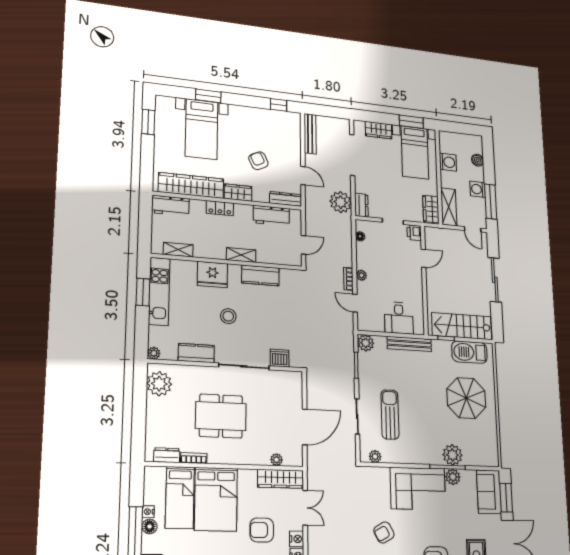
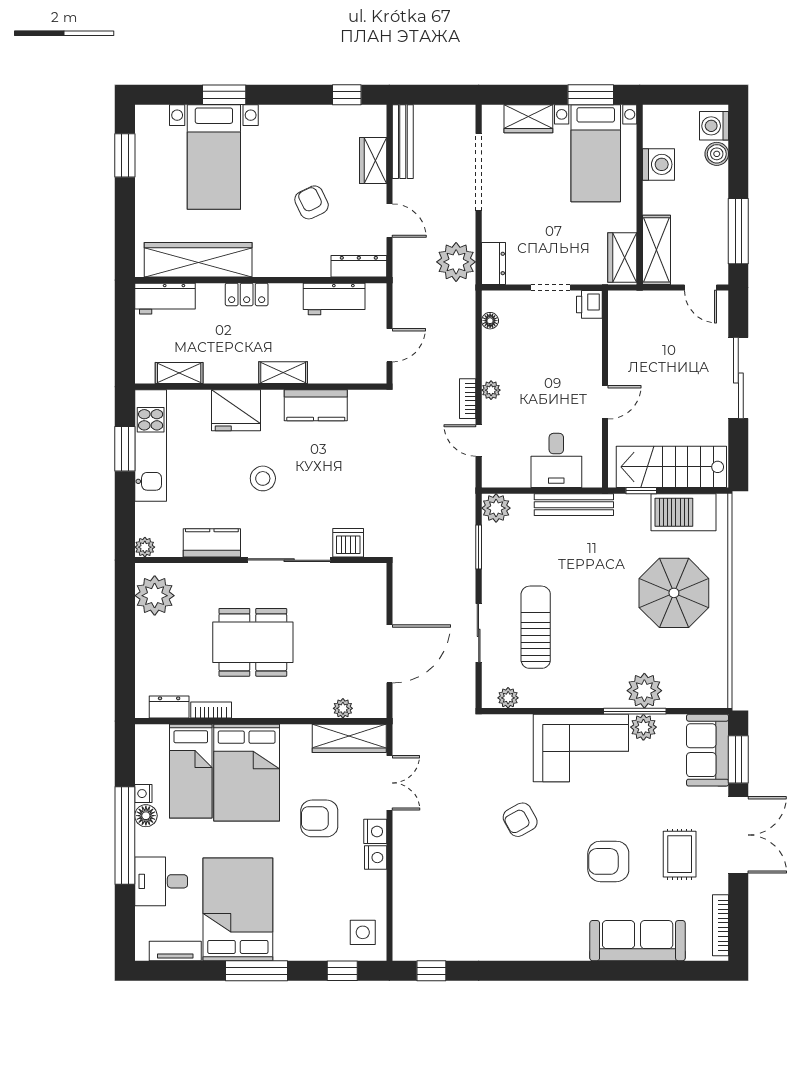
washing machine: (478, 189) -> (714, 126), moved
wardrobe: (238, 193) -> (373, 160), moved, turned -90
door: (423, 258) -> (605, 402), moved

